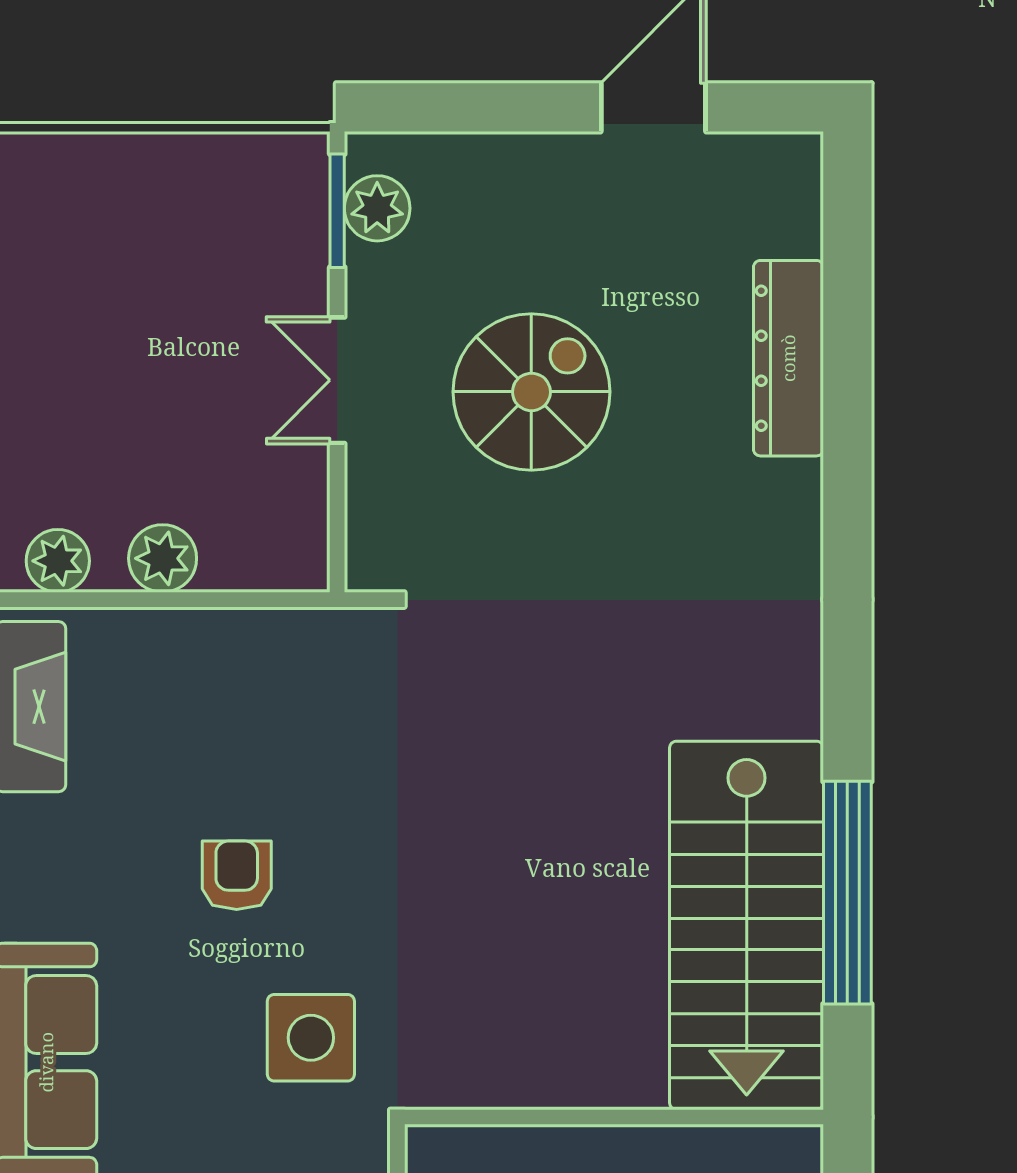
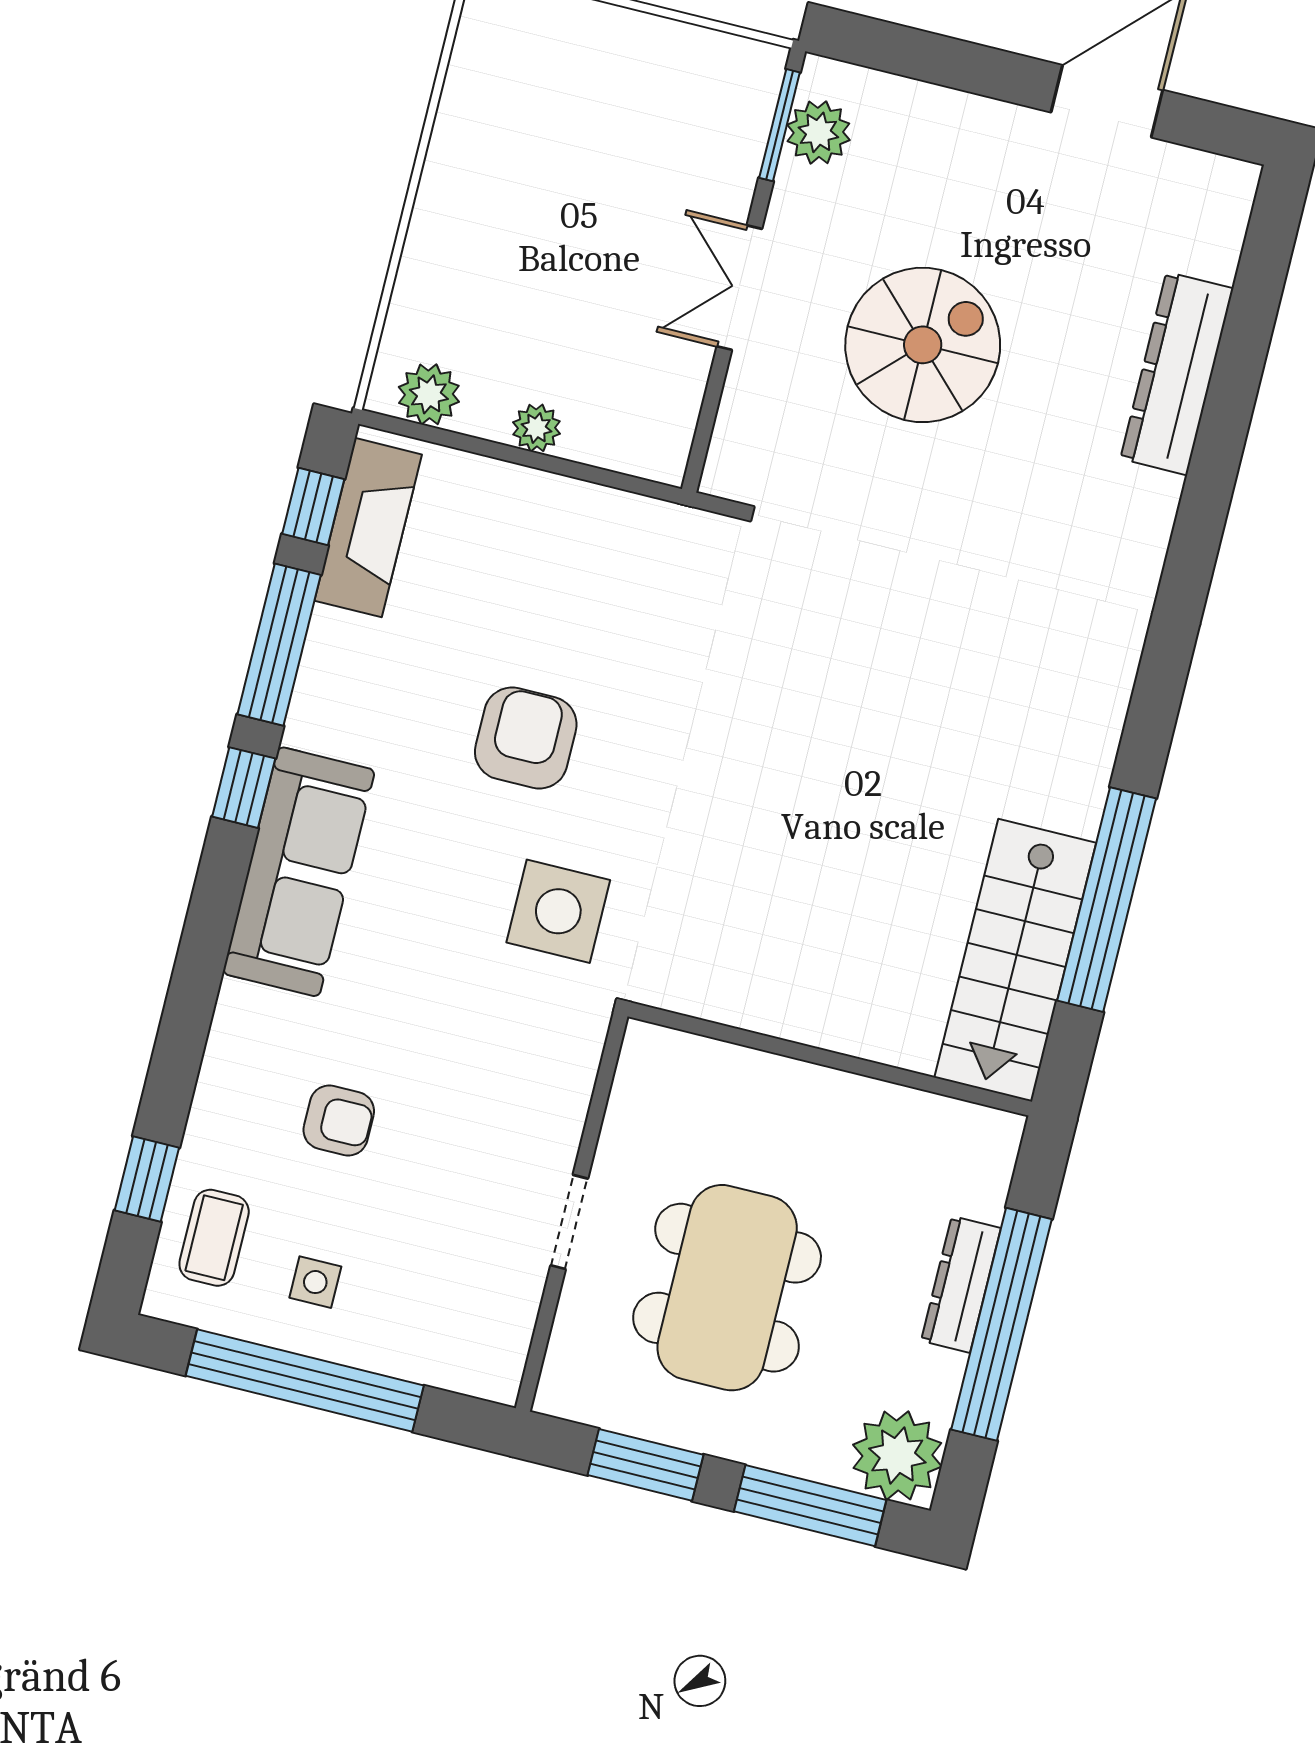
plant: (163, 558) -> (536, 428), width x0.73, depth x0.73
armchair: (237, 875) -> (526, 738), width x1.38, depth x1.38
stairs: (747, 925) -> (1015, 960), width x0.73, depth x0.66

